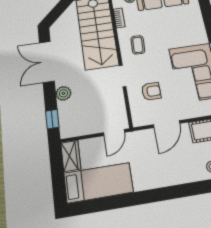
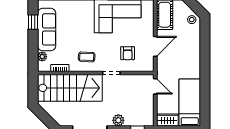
armchair: (151, 91) -> (128, 53), turned 180
door: (167, 124) -> (155, 46), hinge flipped

